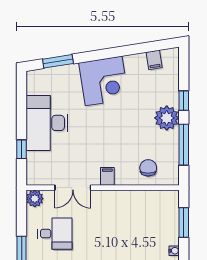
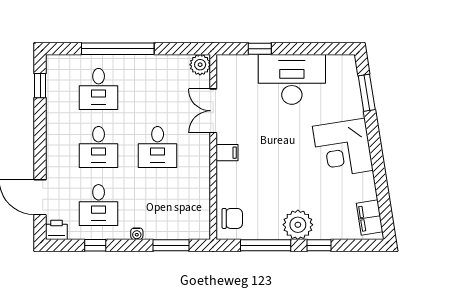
filing cabinet: (154, 60) -> (370, 218), width x2.00
chair: (148, 168) -> (232, 218), moved
desk: (55, 234) -> (158, 147), moved

